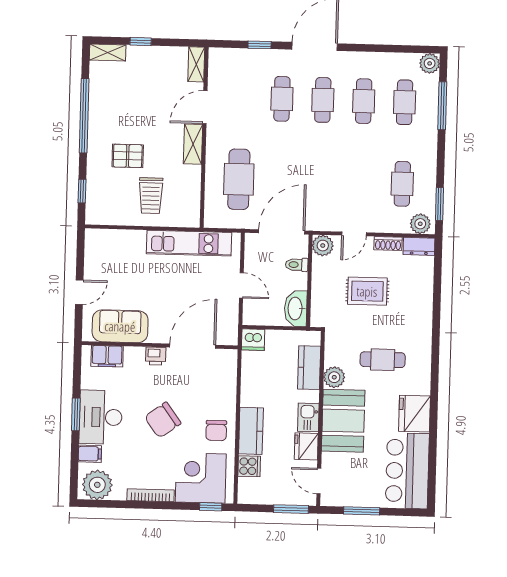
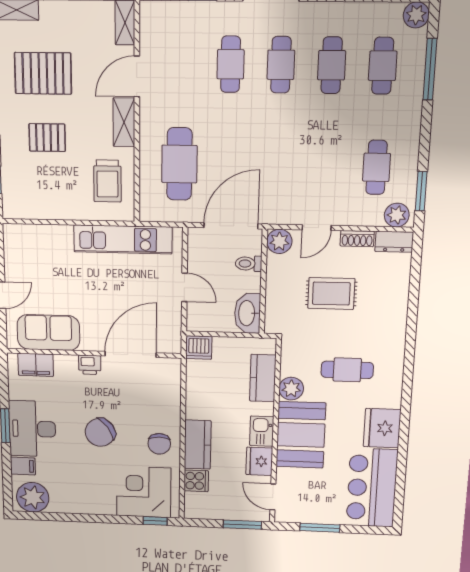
pallet: (127, 103) -> (43, 73), added
trolley: (151, 196) -> (107, 181), moved
bookcase: (151, 495) -> (90, 509), removed

